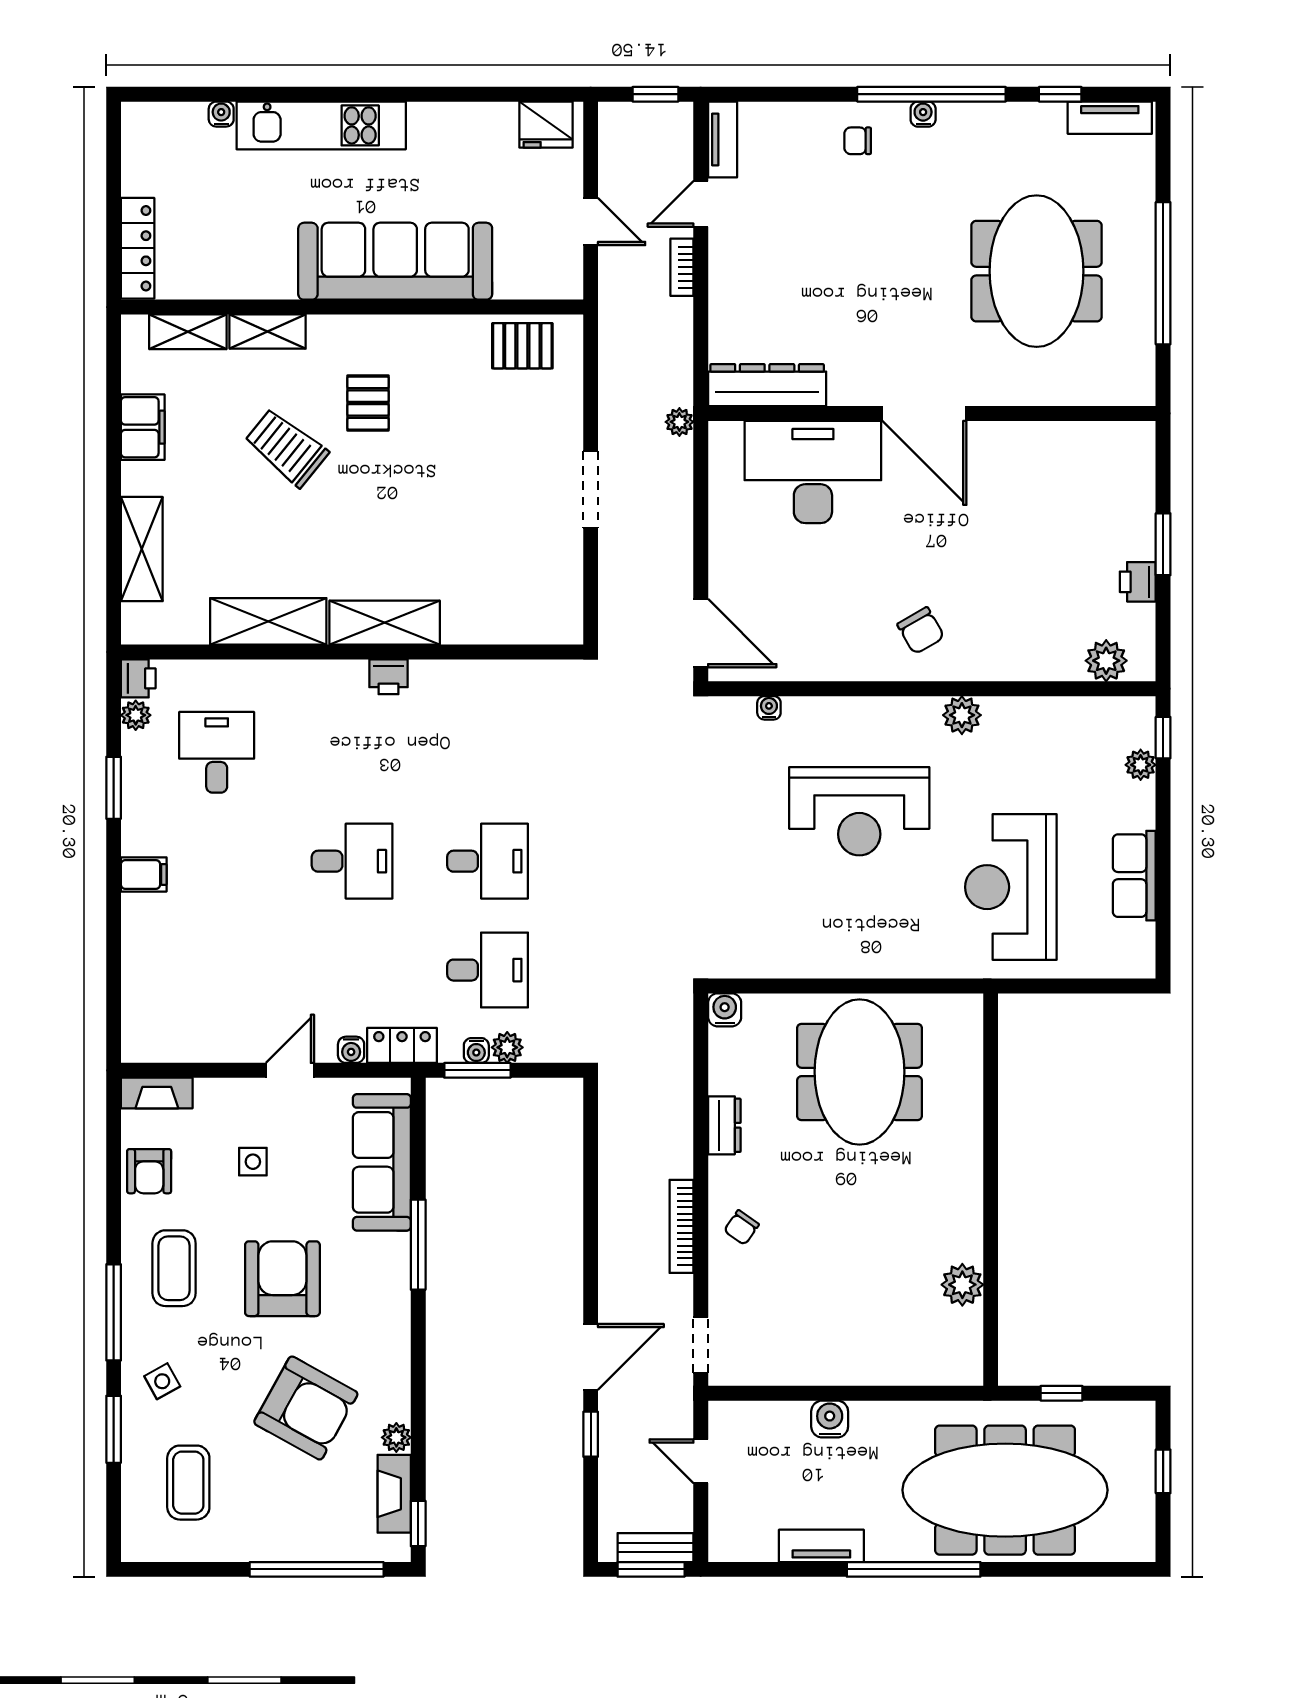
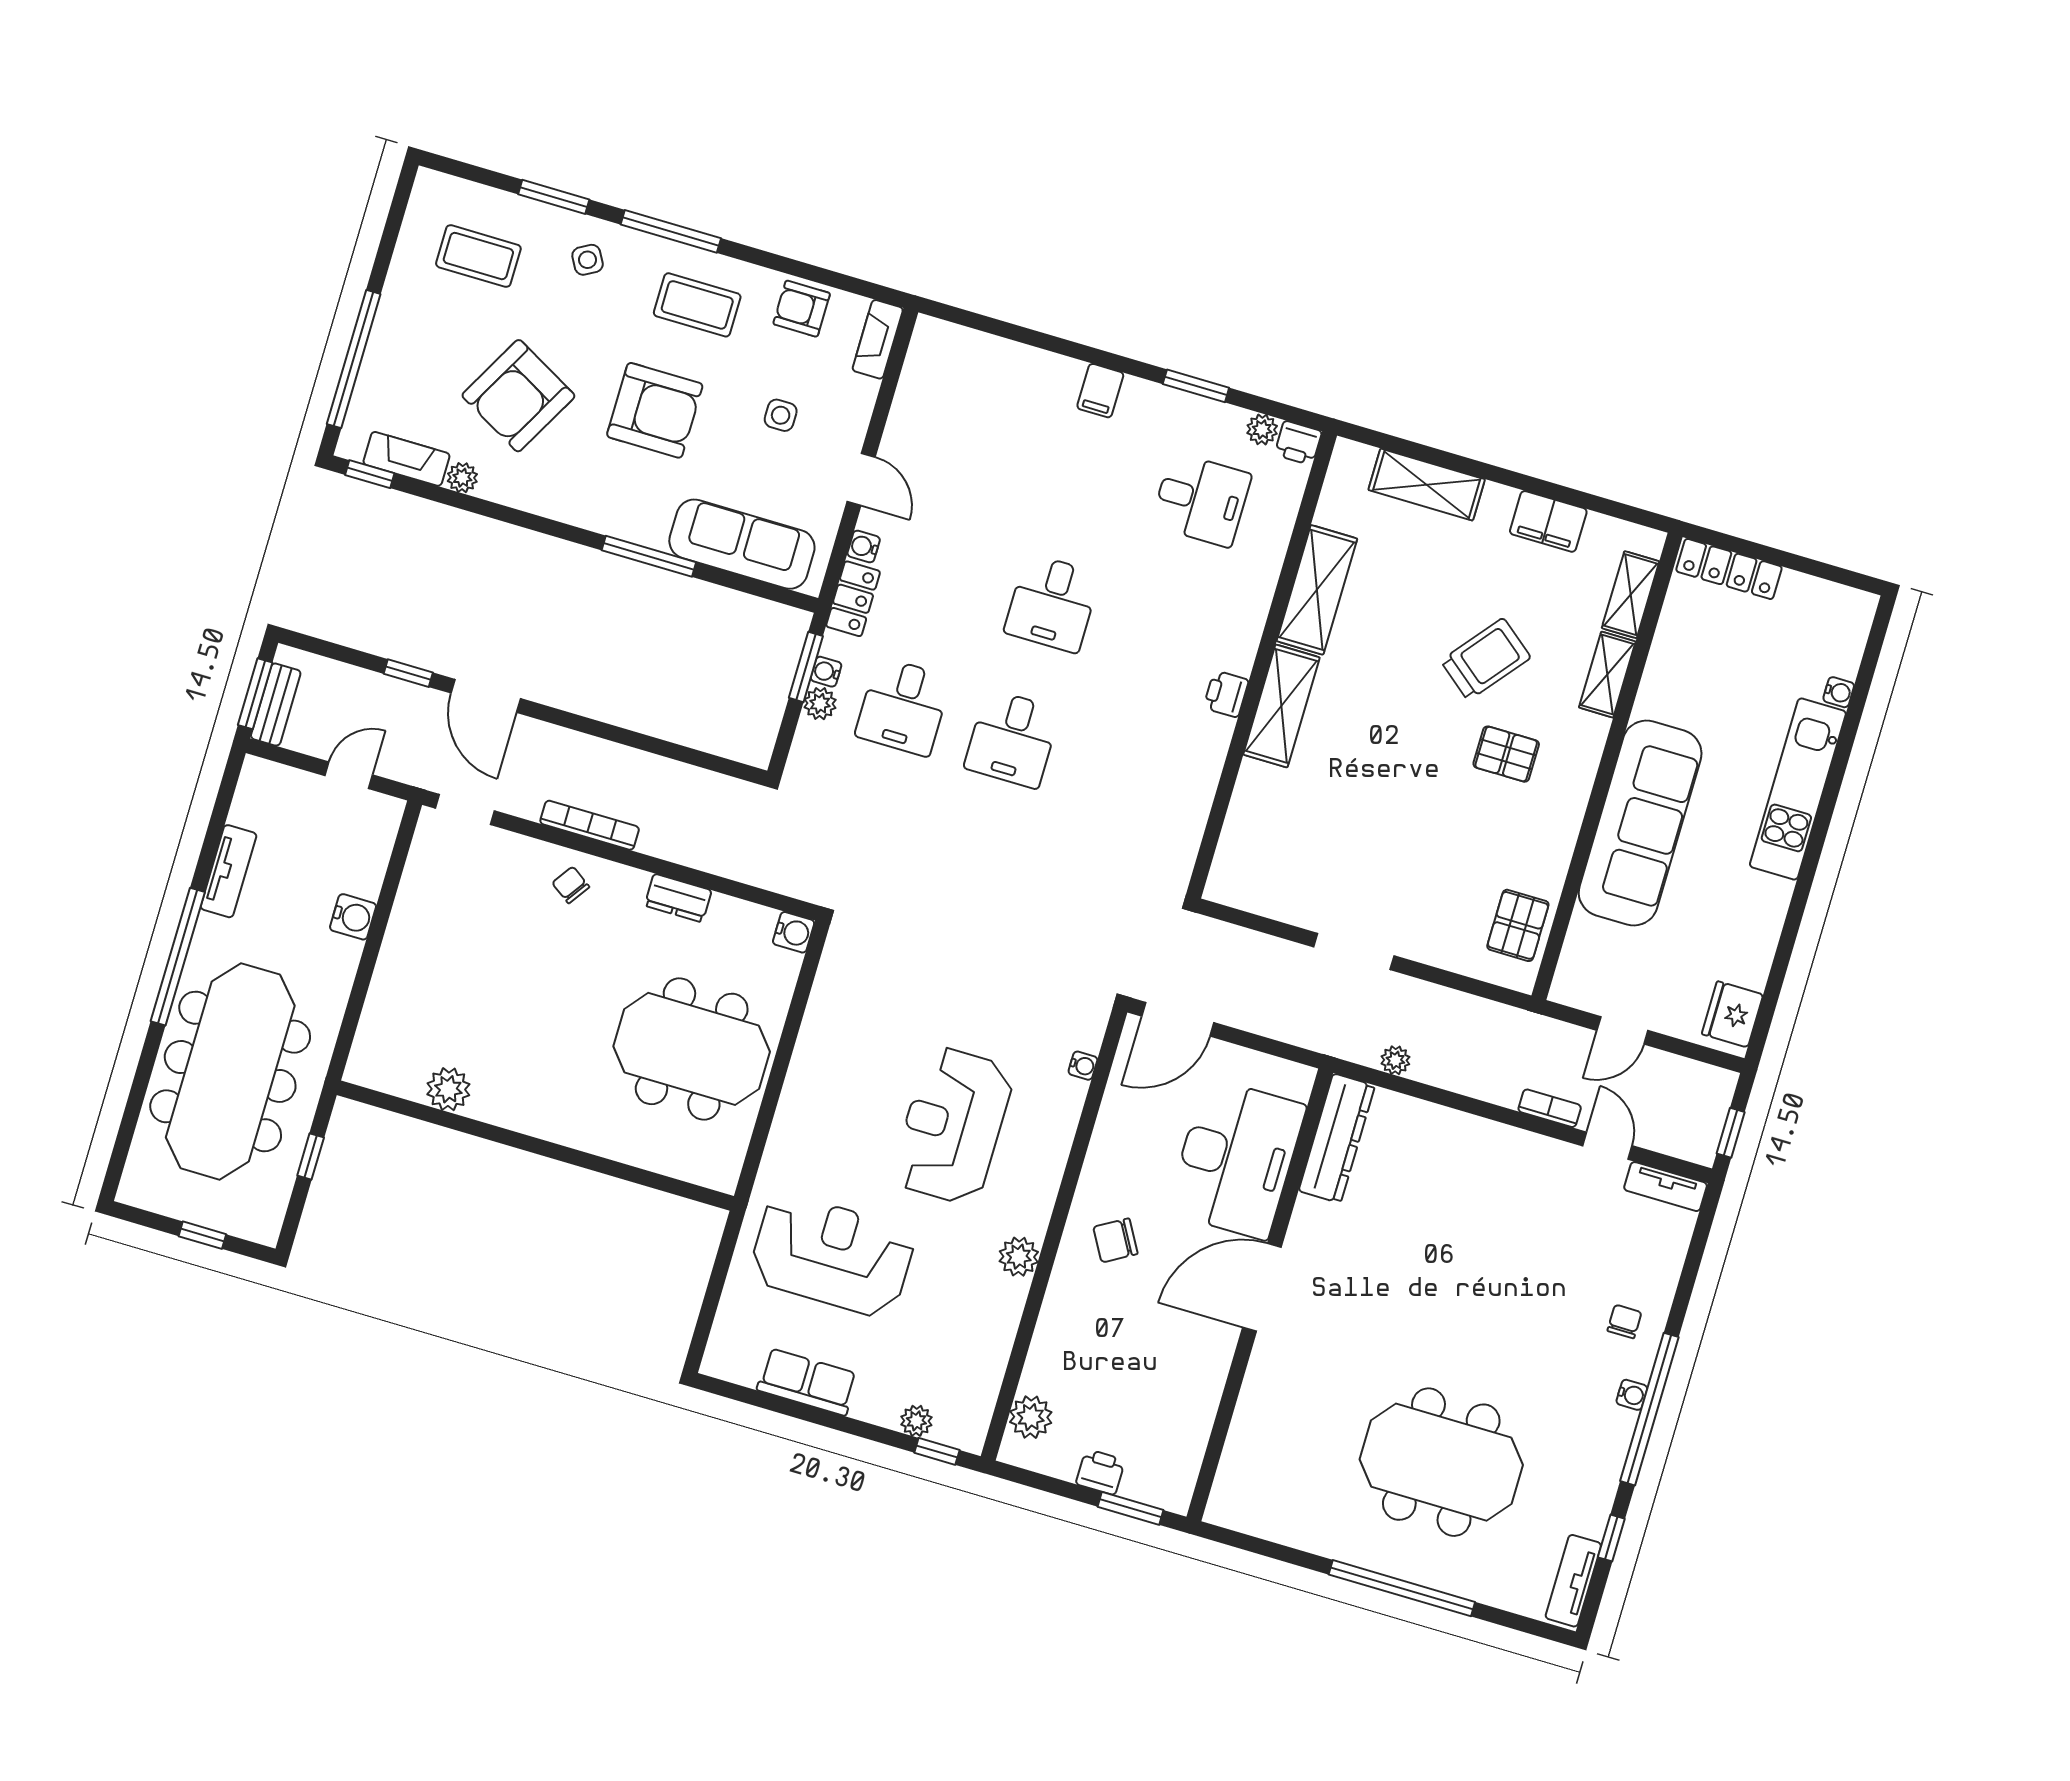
dresser: (767, 385) -> (1337, 1138), moved
door: (924, 413) -> (1262, 1287), moved
wall: (932, 413) -> (1260, 1295), moved
desk: (813, 472) -> (1236, 1159), moved

